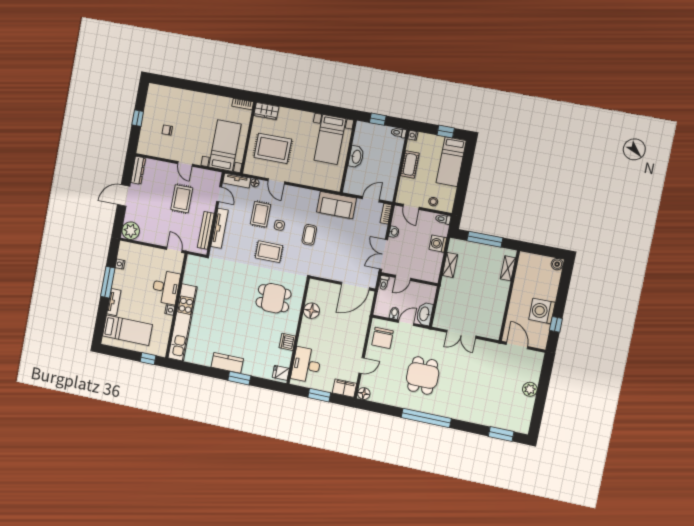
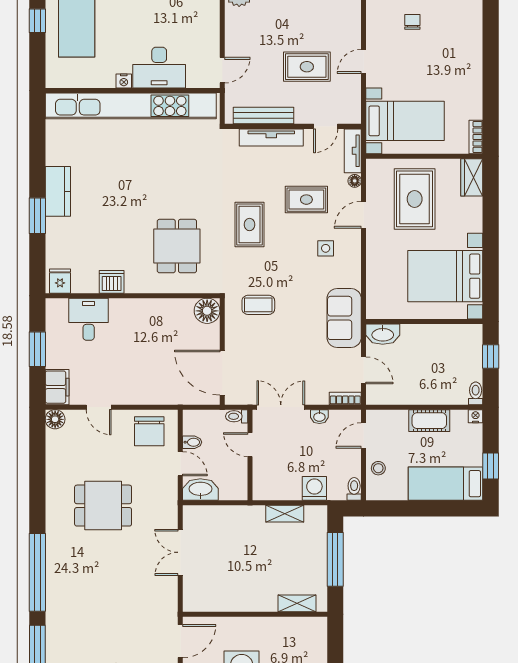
bed with nightstands: (330, 139) -> (445, 276), width x1.36
washbasin: (356, 157) -> (383, 334), moved
side table: (279, 225) -> (326, 248), moved
coffee table: (309, 235) -> (258, 305), moved
floor lamp: (311, 311) -> (207, 311), moved
kitchen unit: (183, 322) -> (131, 106), width x1.36
chair: (382, 338) -> (149, 431), turned -90
window: (148, 359) -> (37, 21), moved
desk: (306, 365) -> (89, 319), width x0.73
window: (426, 418) -> (37, 572), moved

